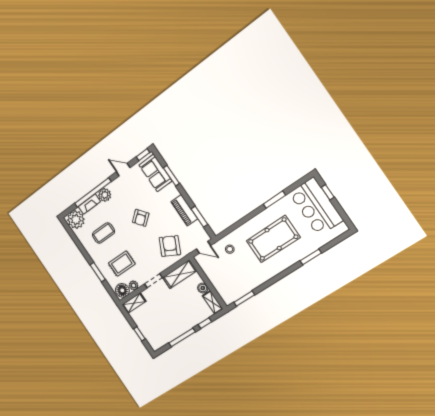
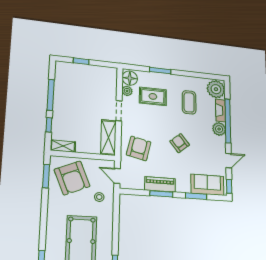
window: (199, 217) -> (161, 194), moved
armchair: (170, 246) -> (139, 148), turned -104
door: (203, 247) -> (117, 176), hinge flipped
rug: (122, 264) -> (153, 96), turned 90
armchair: (231, 279) -> (72, 178), added
boiler: (203, 288) -> (82, 148), removed
shelving: (134, 303) -> (112, 79), removed

